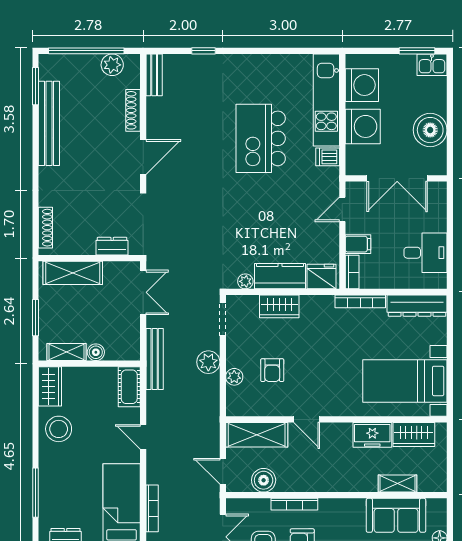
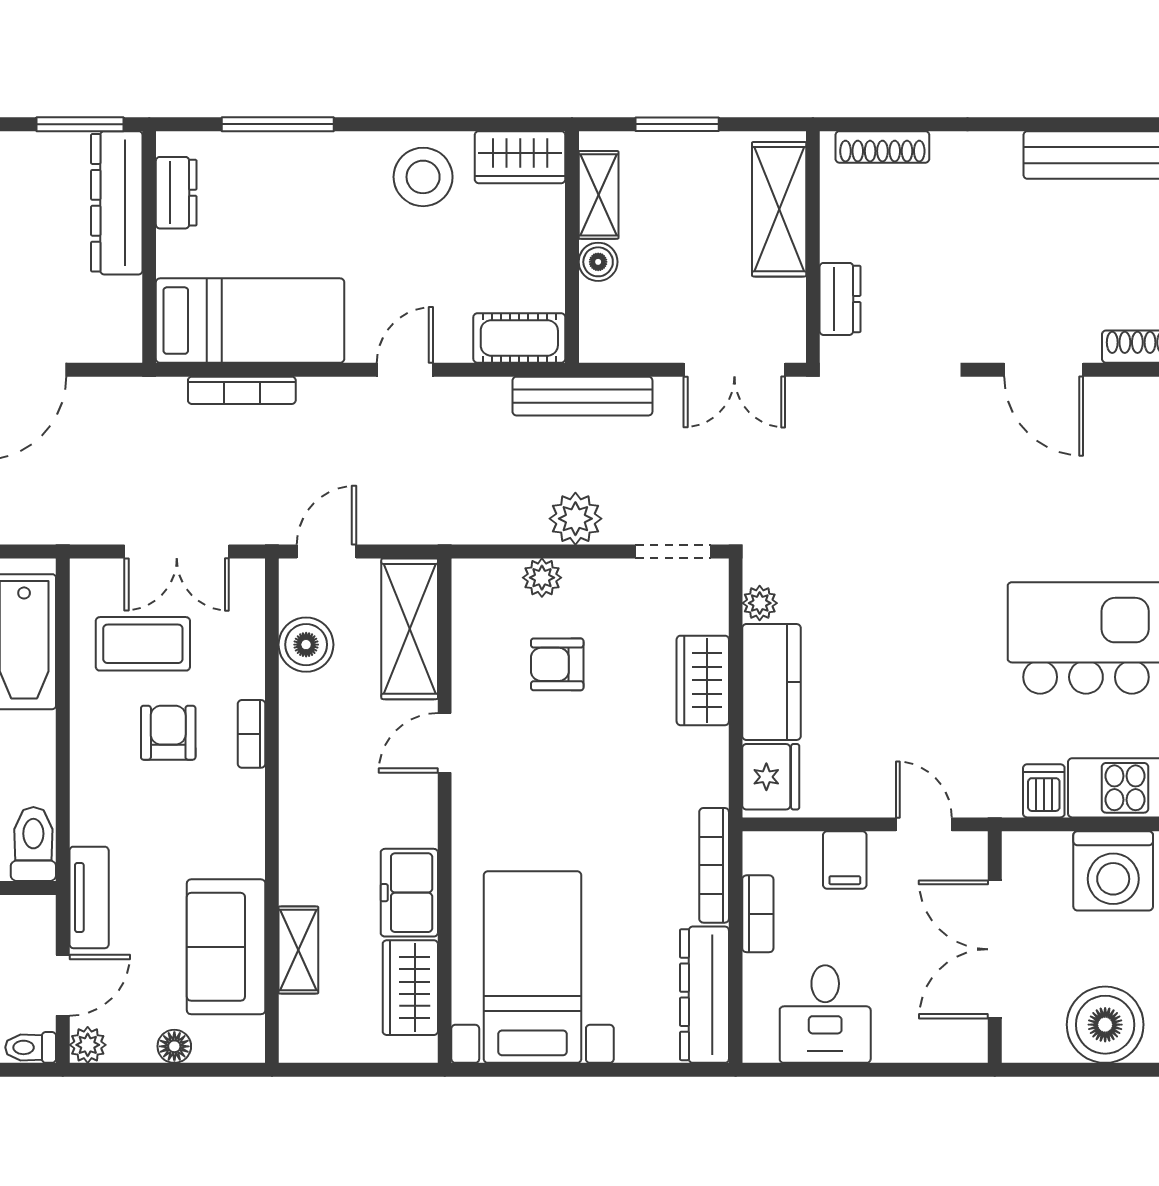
bookcase: (352, 272) -> (758, 914), moved, turned -90
bookcase: (294, 504) -> (252, 734), width x0.64

